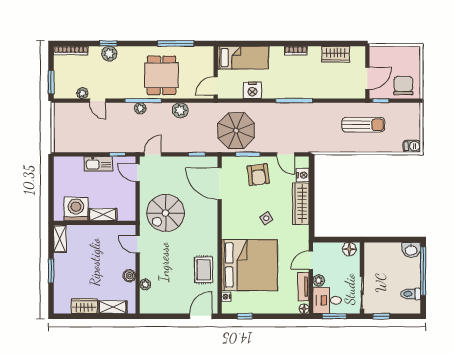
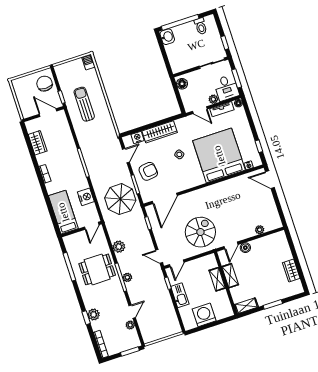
door: (216, 86) -> (92, 226), hinge flipped
chair: (403, 86) -> (45, 84), turned 90
washing machine: (76, 209) -> (204, 315), moved, turned 90
spiral stairs: (166, 213) -> (200, 232), turned -90
rug: (204, 270) -> (234, 189), removed
boiler: (129, 276) -> (245, 248), moved
shelving: (113, 307) -> (230, 276), moved

